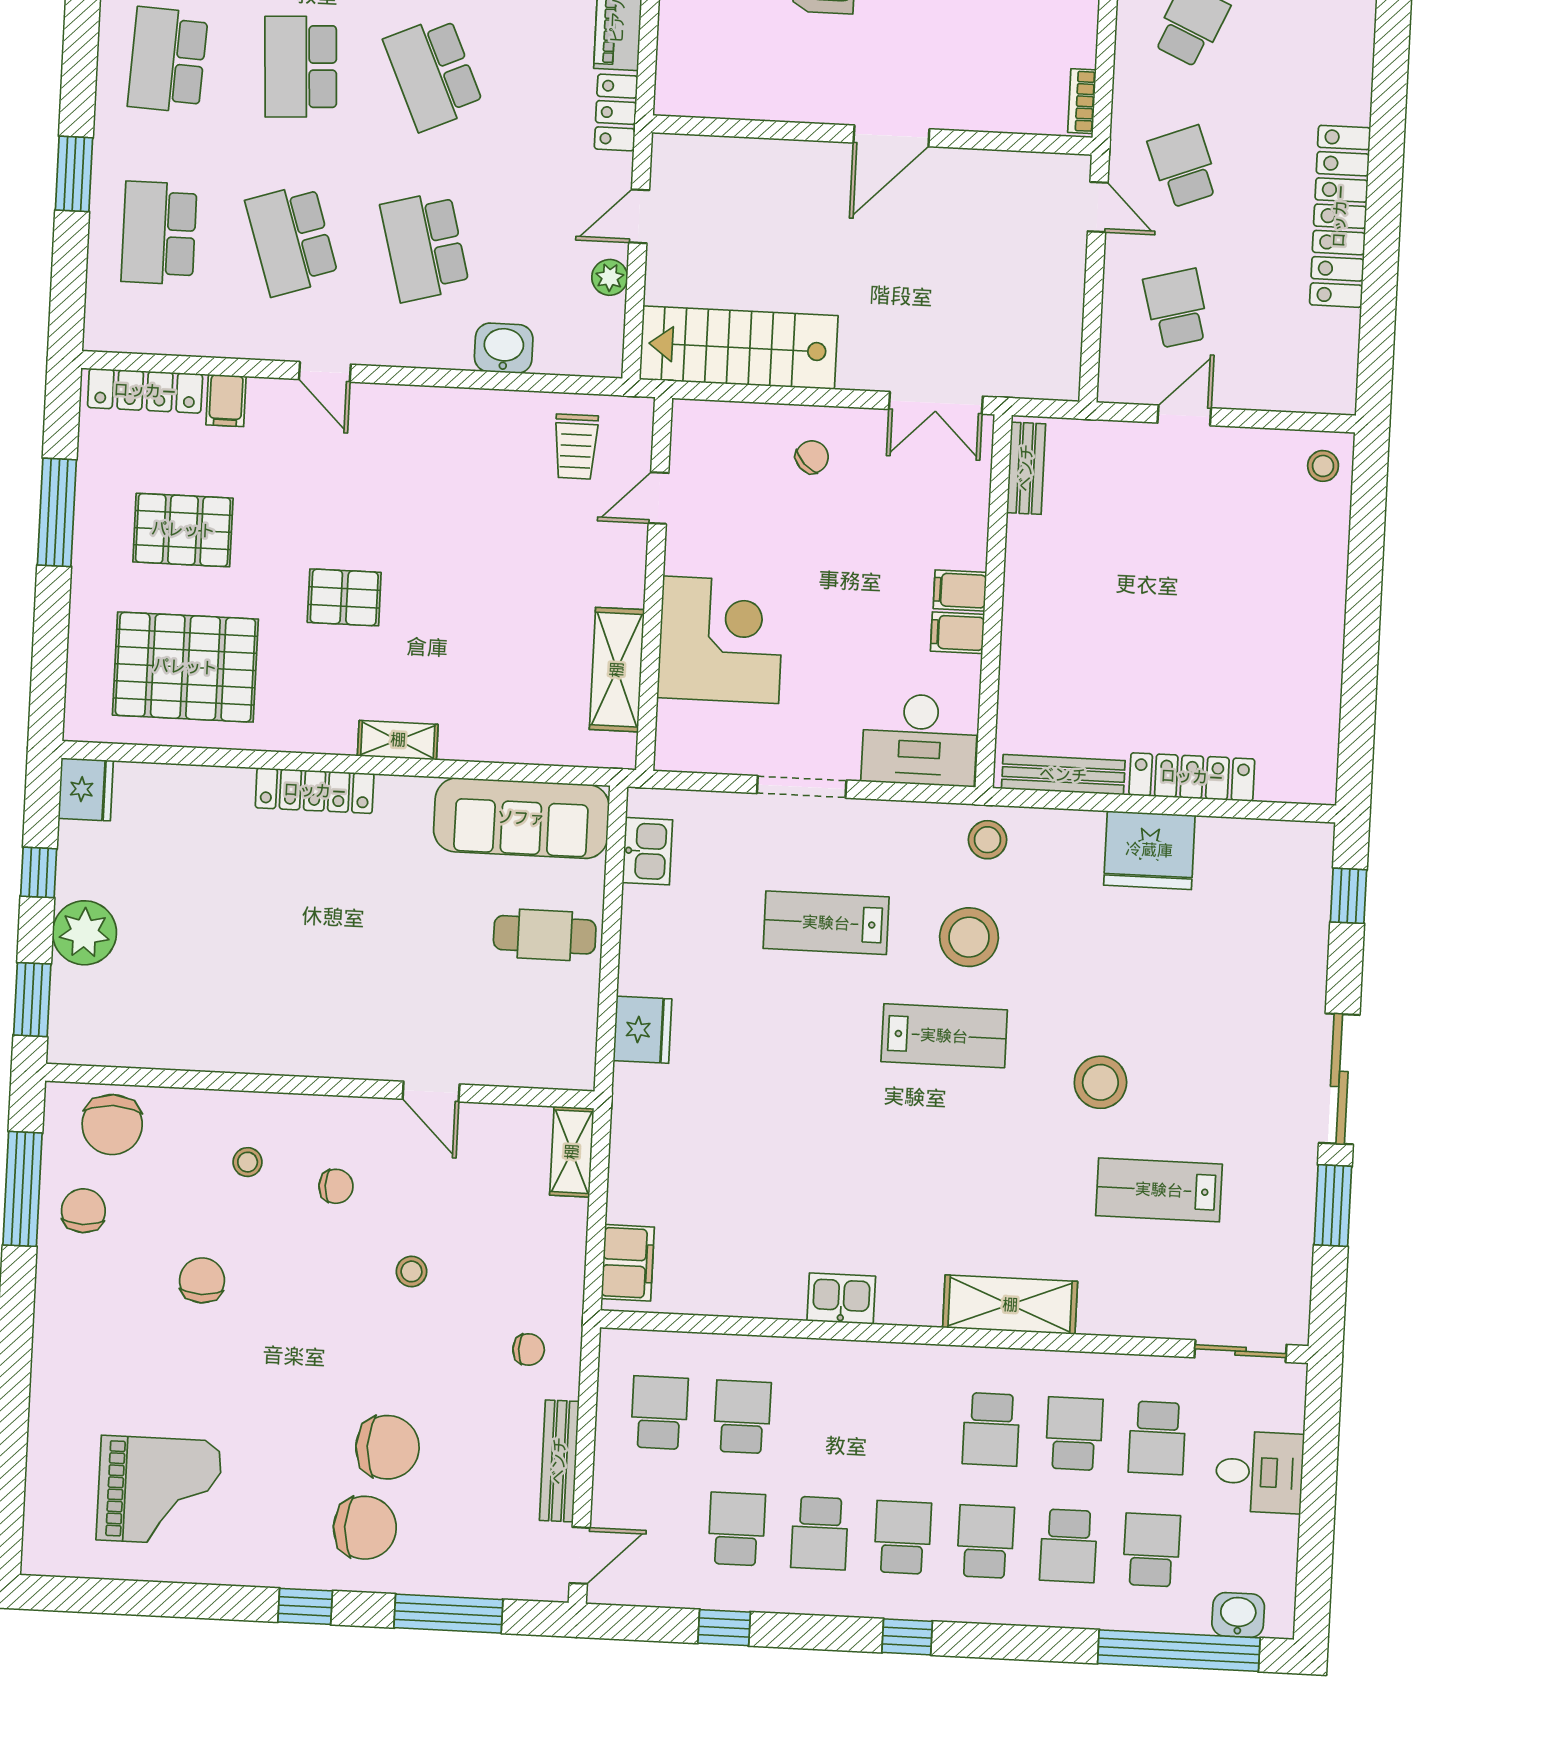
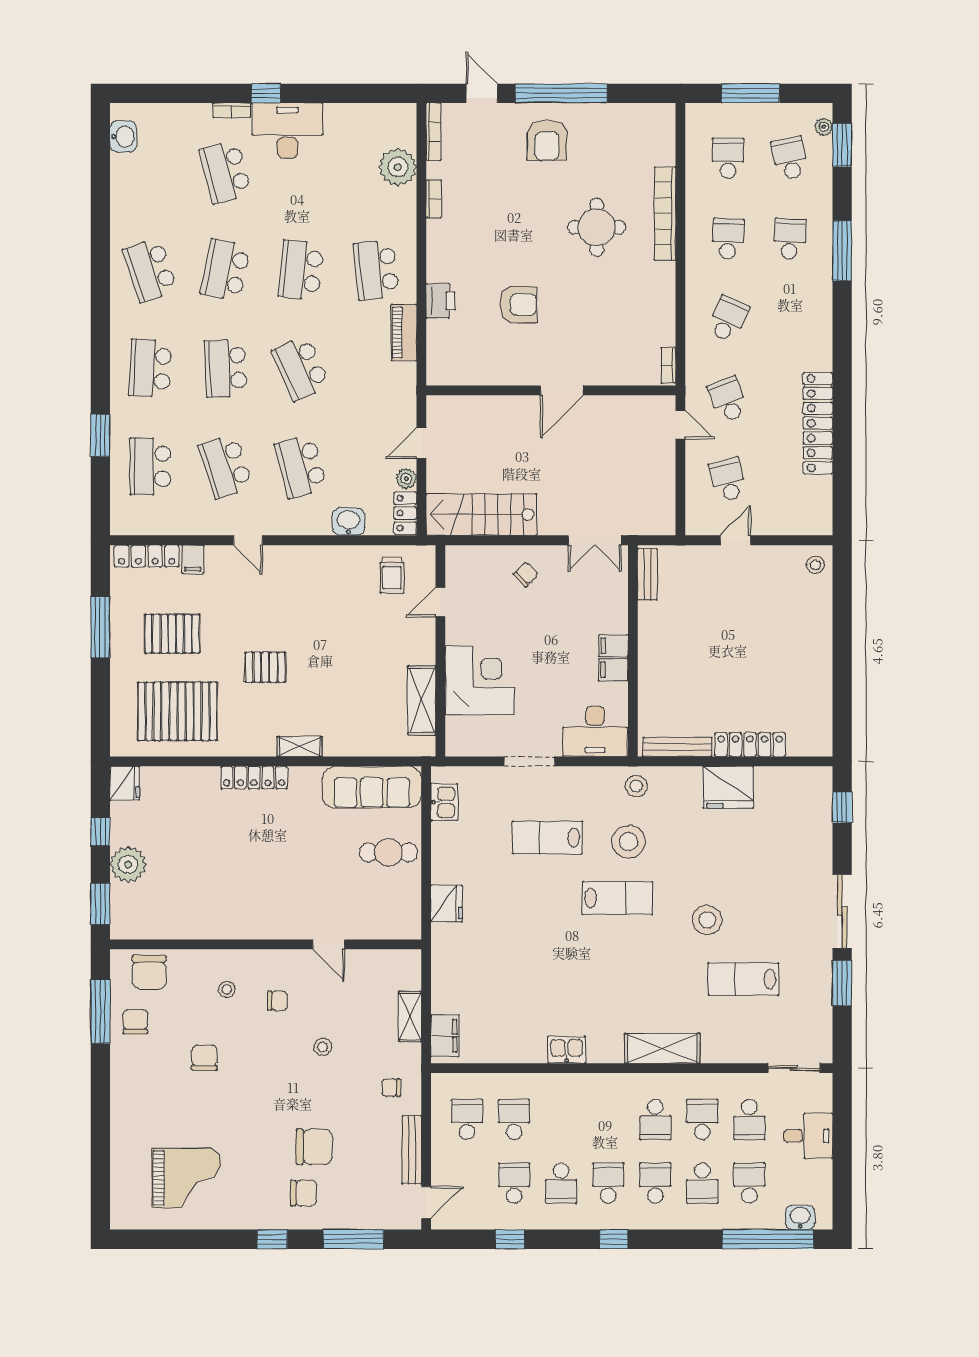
locker: (616, 112) -> (405, 513), moved
shelving: (572, 1152) -> (410, 1016), moved
chair: (529, 1350) -> (391, 1088), turned 180
chair: (365, 1528) -> (304, 1193), width x0.73, depth x0.73

